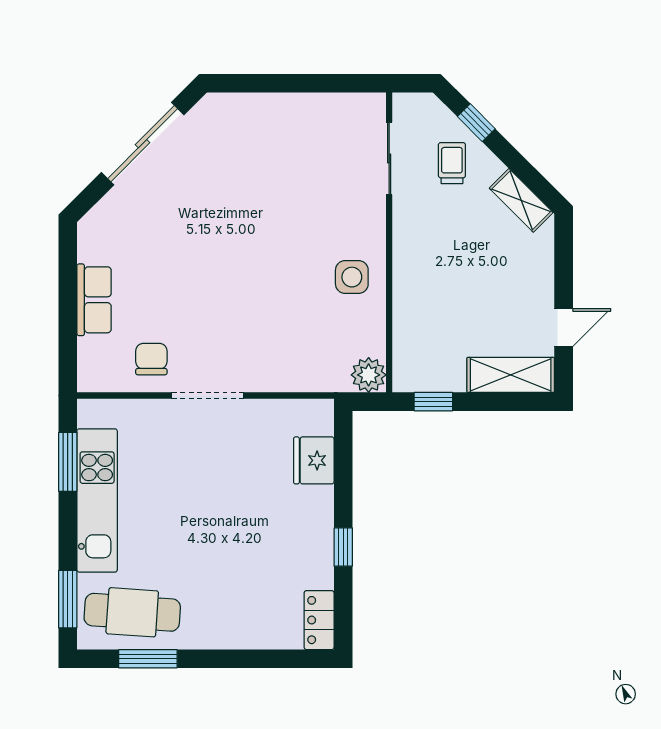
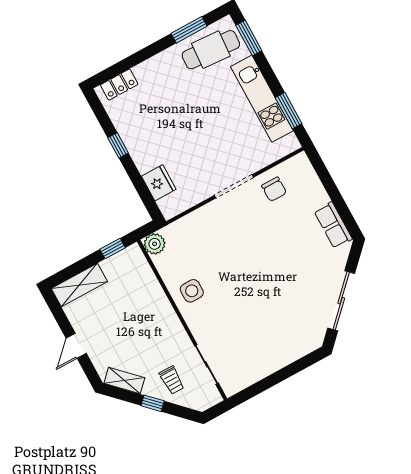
window: (476, 123) -> (153, 403), moved
row of seats: (94, 300) -> (333, 225), moved
door: (564, 327) -> (76, 346), moved
locker: (319, 620) -> (119, 85), moved, turned 90

